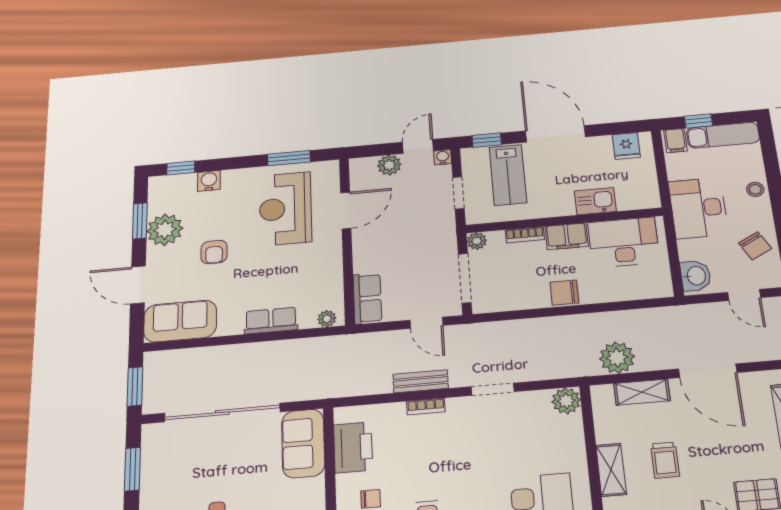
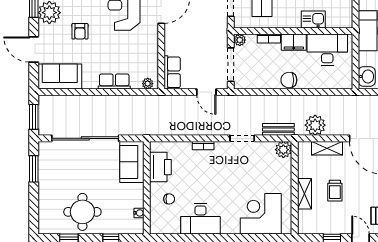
bench: (421, 381) -> (278, 129), moved

